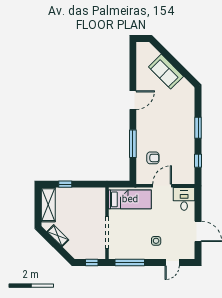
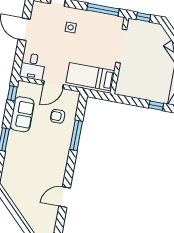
sofa: (166, 72) -> (22, 114), moved, turned 45
door: (133, 100) -> (65, 197), moved
window: (198, 161) -> (12, 93), moved

